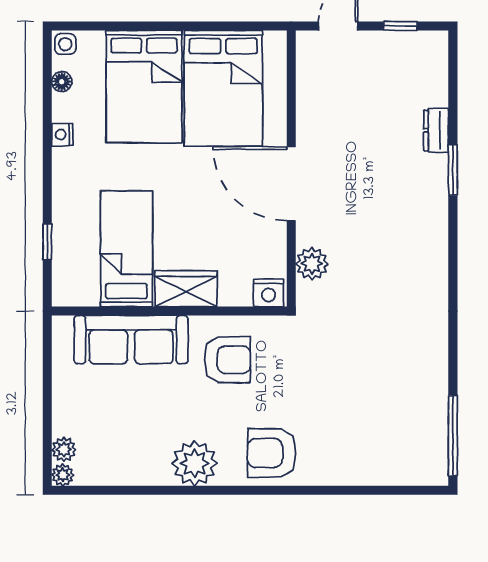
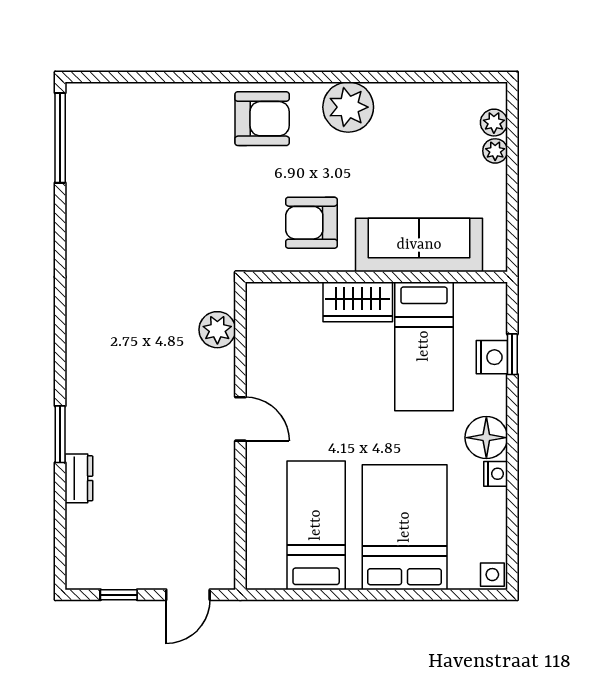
floor lamp: (62, 82) -> (486, 438), moved, width x1.89, depth x1.89
bed: (223, 88) -> (316, 525), width x0.67
door: (291, 184) -> (240, 419), width x0.53
nightstand: (268, 293) -> (492, 357), moved, turned 90
plant: (63, 475) -> (495, 151), moved

